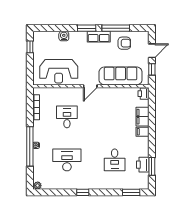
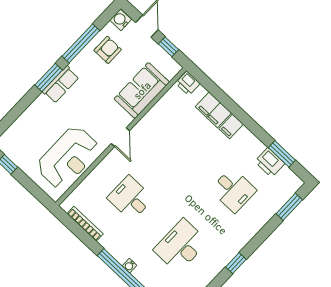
water cooler: (64, 36) -> (121, 20), moved
row of seats: (99, 37) -> (61, 84), moved
sofa: (121, 76) -> (142, 90), width x0.73

